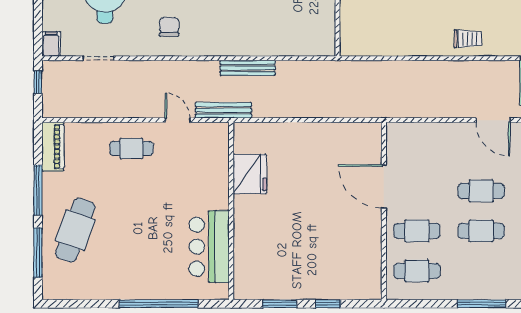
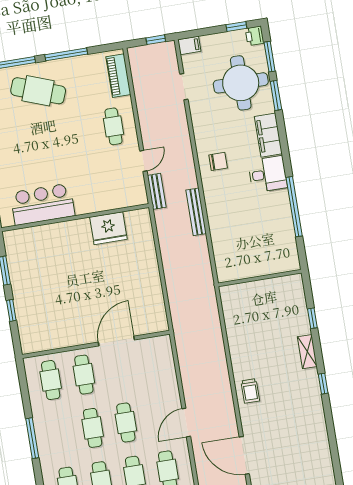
chair: (169, 27) -> (218, 161), moved
bench: (223, 110) -> (157, 191), width x0.73
piano: (53, 147) -> (118, 76), moved, turned 90

